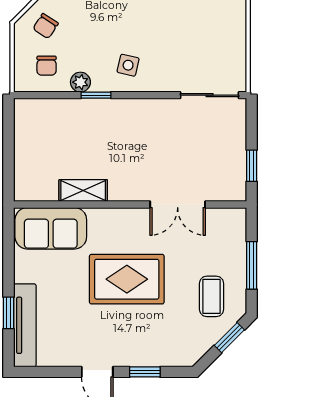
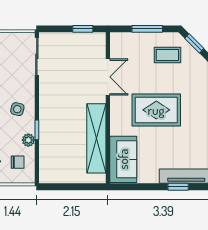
shelving: (83, 191) -> (96, 138), width x2.20, depth x1.33
rug: (127, 279) -> (156, 110), turned 90

